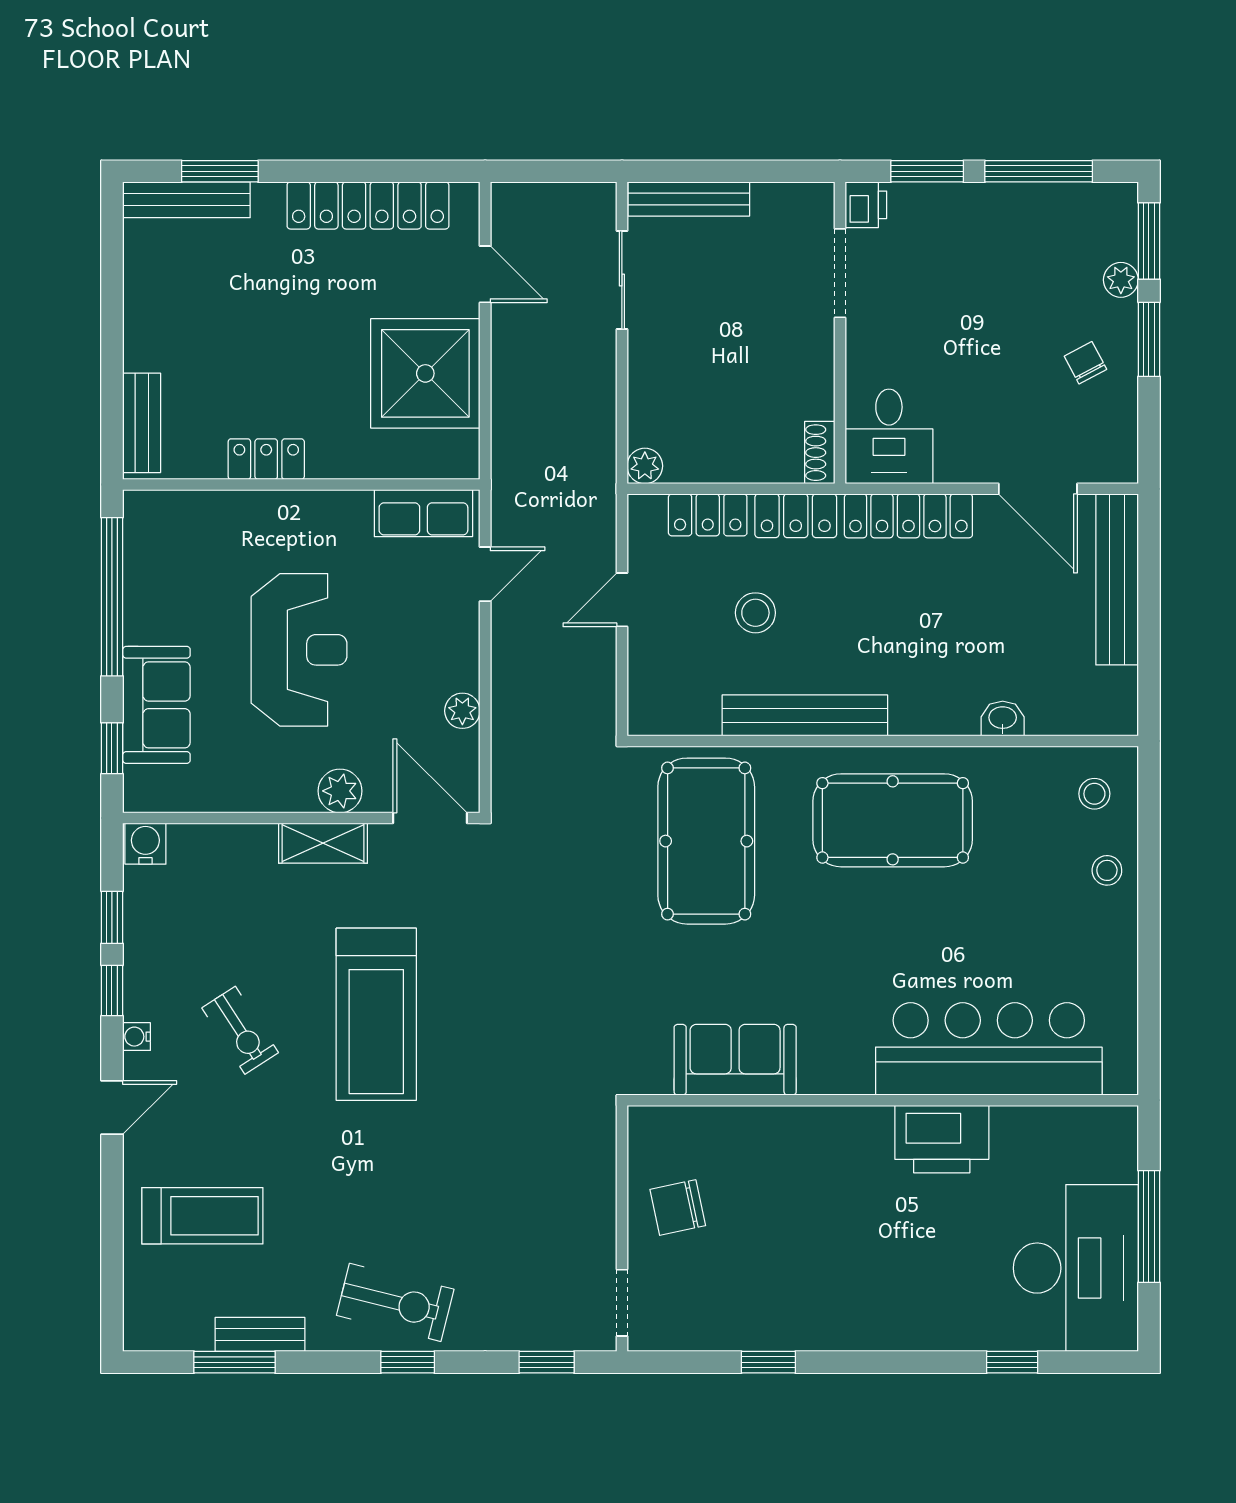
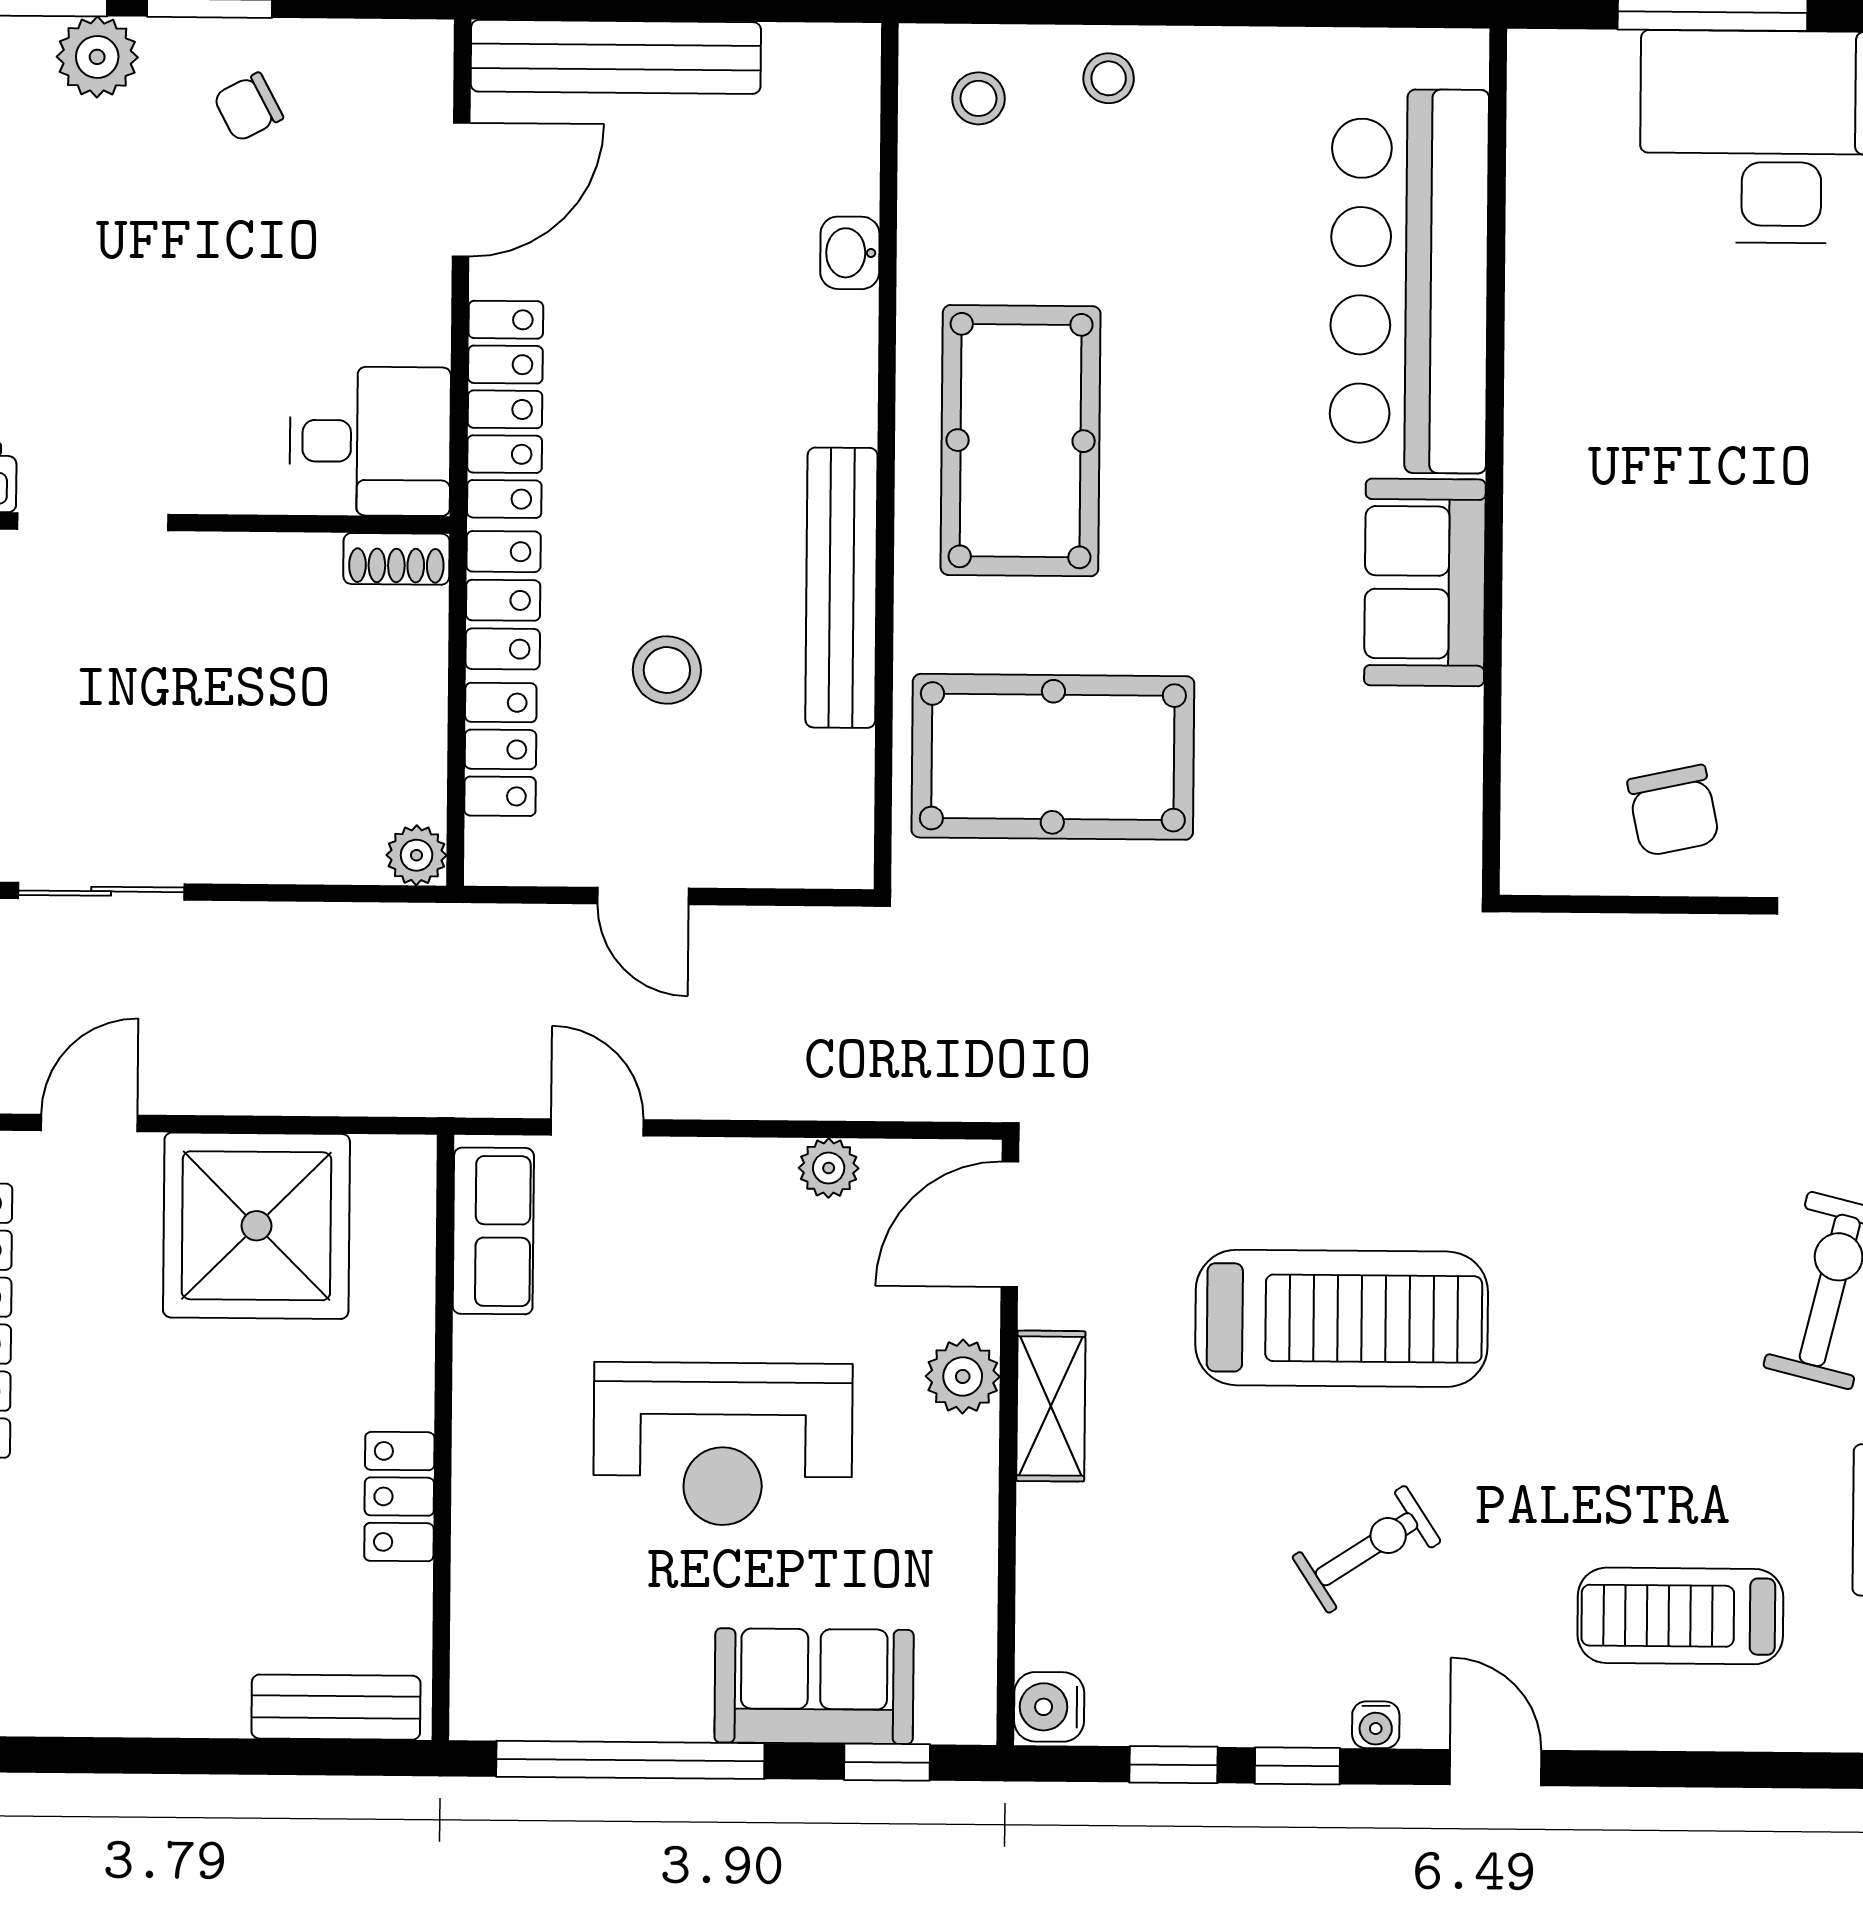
plant: (1121, 280) -> (97, 57), width x1.38, depth x1.38
reception desk: (299, 650) -> (723, 1444), turned 180
sofa: (735, 1060) -> (1425, 582), moved
printer: (942, 1139) -> (1561, 362), removed
treadmill: (202, 1216) -> (1680, 1616), turned -90

